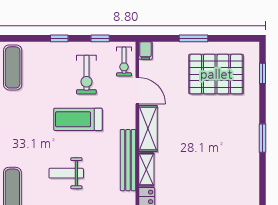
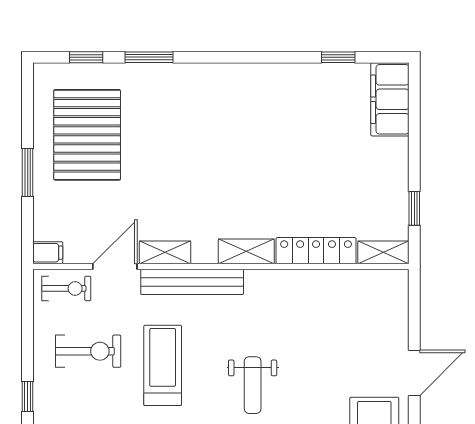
window: (100, 38) -> (28, 328), removed
treadmill: (78, 119) -> (163, 365), turned 180
shelving: (148, 128) -> (165, 252), width x0.67, depth x0.75
window: (263, 138) -> (149, 57), moved
bench: (128, 160) -> (192, 282), moved

